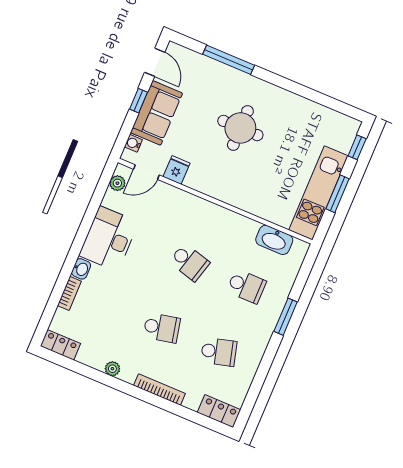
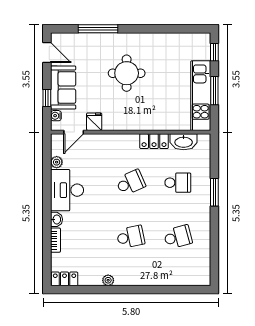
window: (138, 101) -> (47, 98), moved
plant: (117, 183) -> (57, 162), moved
school desk: (189, 262) -> (131, 183), turned -39
bookcase: (159, 390) -> (147, 281), removed
locker: (219, 411) -> (154, 141), moved, turned 180

